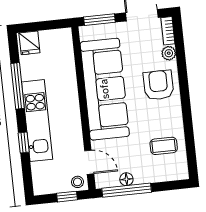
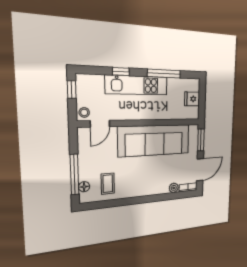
fridge: (29, 43) -> (192, 99), moved
armchair: (158, 85) -> (153, 180), removed
floor lamp: (126, 179) -> (84, 187), moved
window: (127, 190) -> (74, 174), moved
window: (67, 197) -> (72, 90), moved

